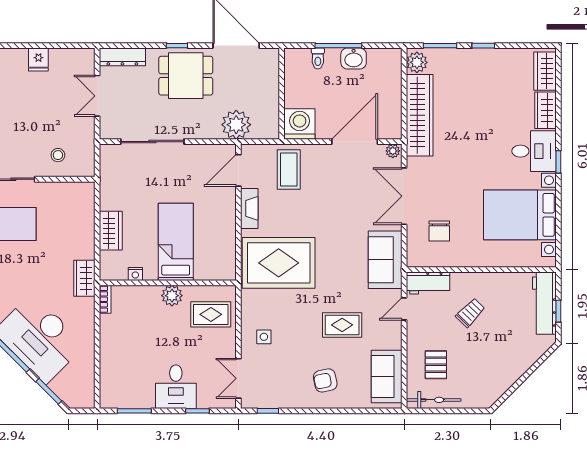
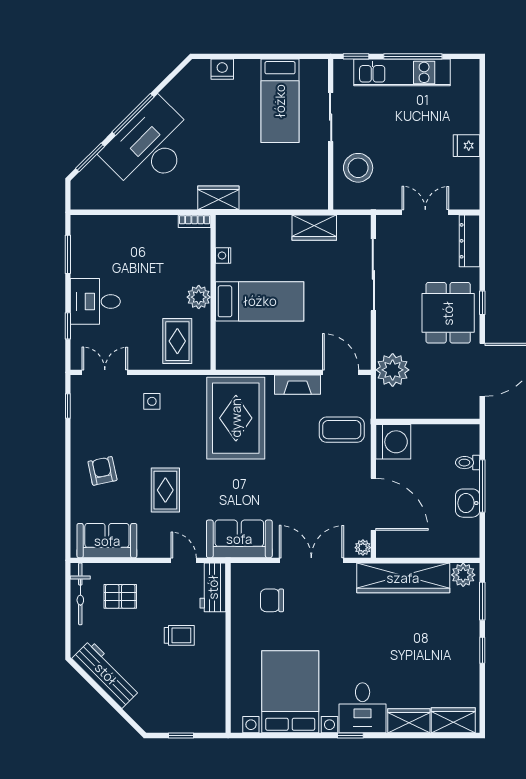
stool: (58, 155) -> (358, 168), width x1.89, depth x1.89
wardrobe: (111, 231) -> (314, 228), moved
workbench: (544, 303) -> (106, 674), moved, turned 45
trolley: (470, 313) -> (179, 635), turned -44

